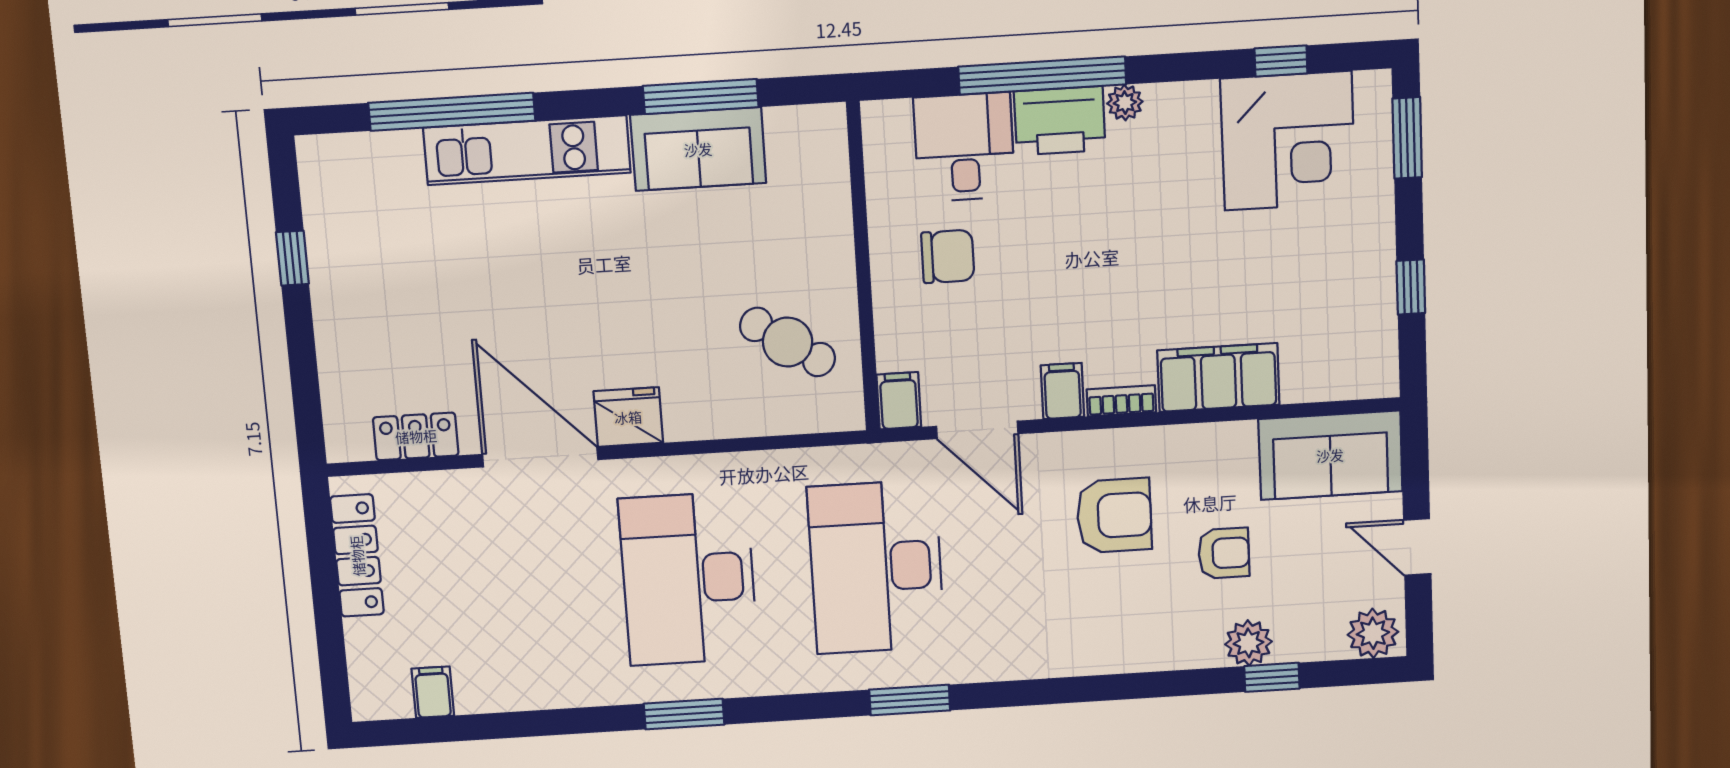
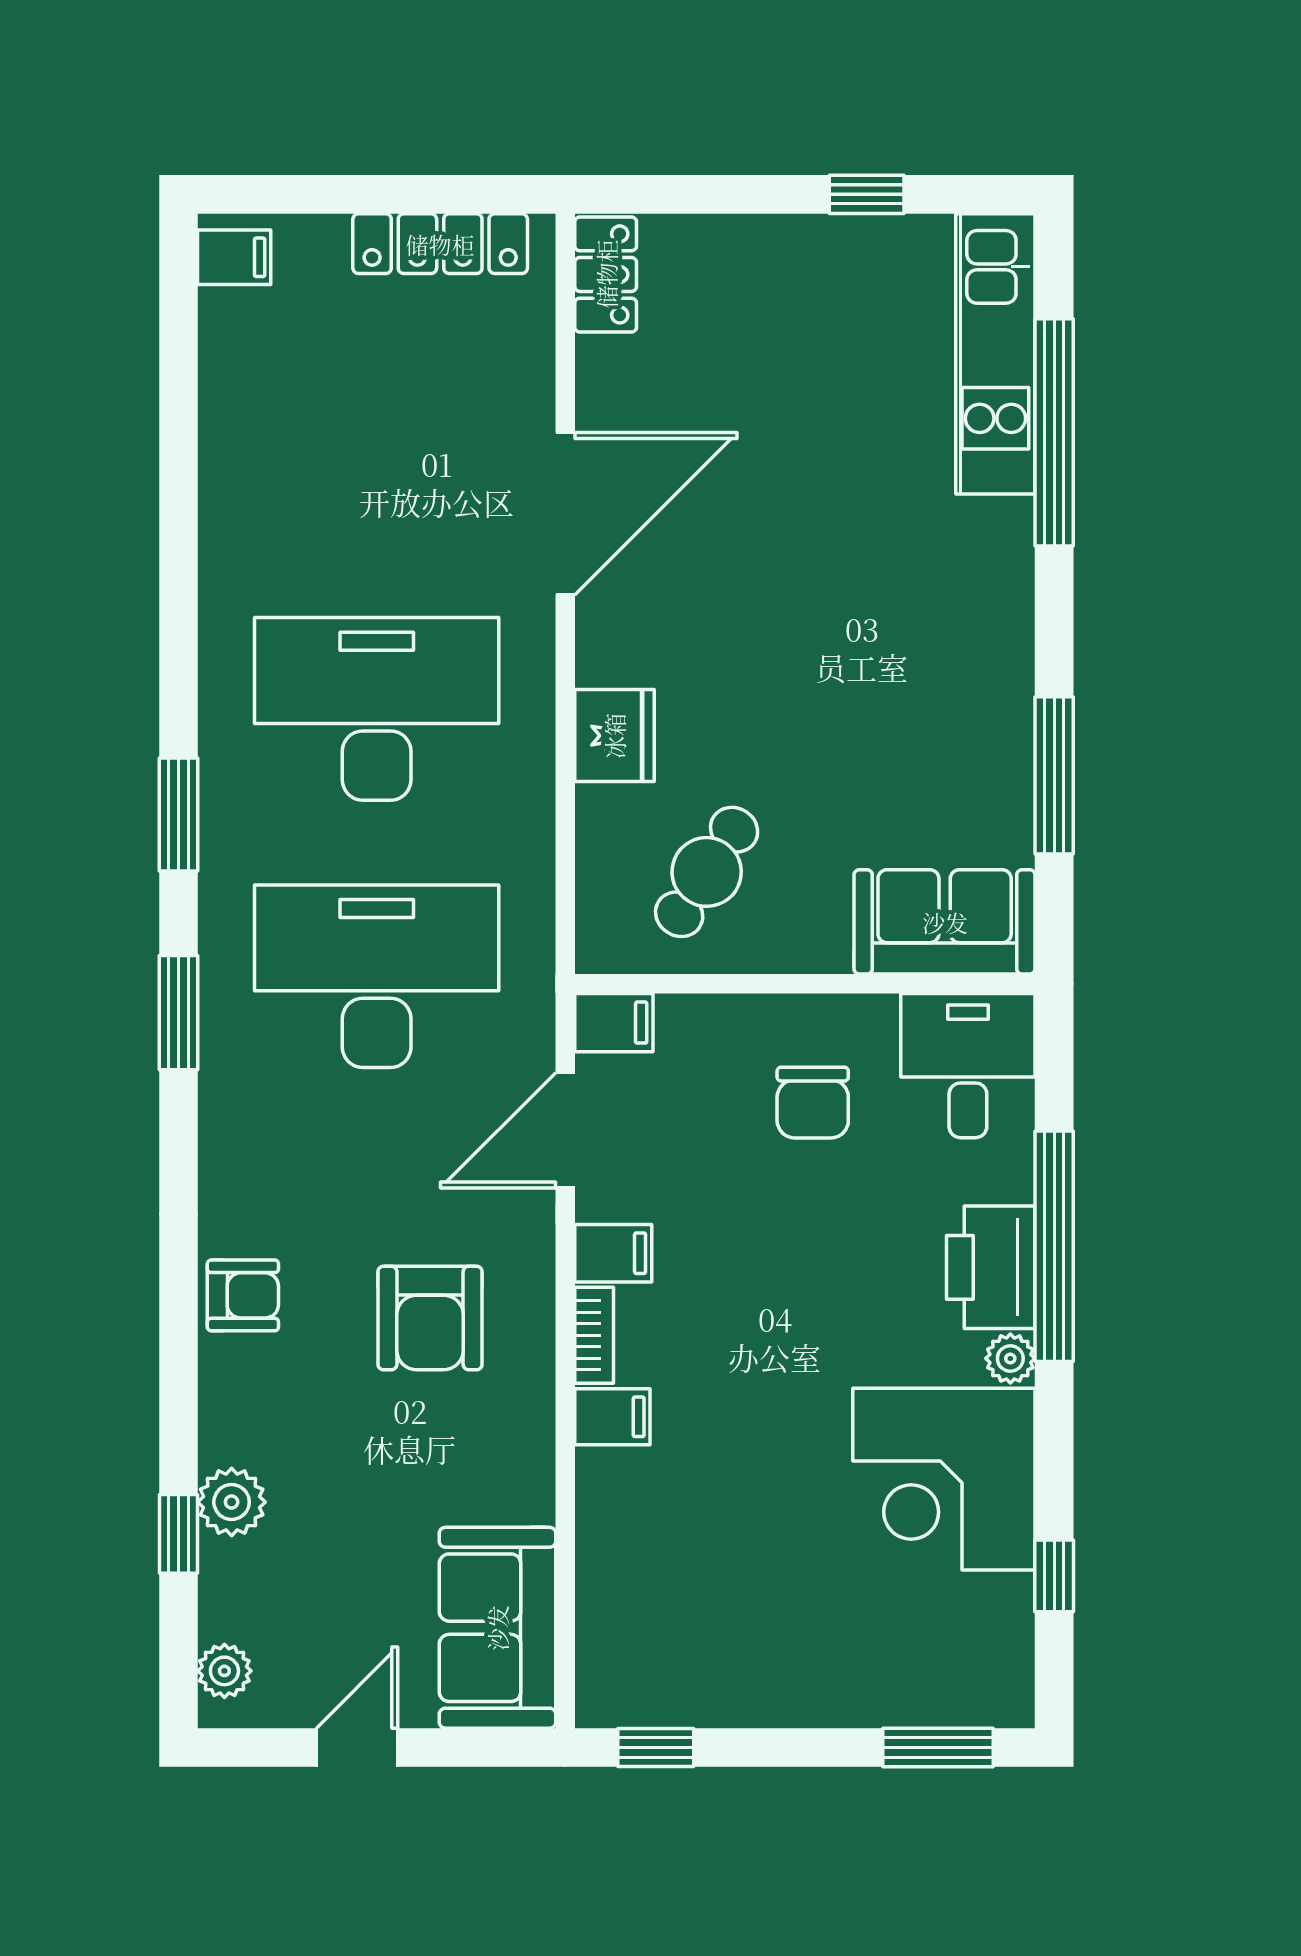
corner desk: (1288, 141) -> (944, 1479), moved
desk: (964, 147) -> (968, 1066), moved, turned -90
sofa: (698, 149) -> (945, 922), moved, turned 90
kitchen unit: (527, 150) -> (995, 354), moved
window: (1411, 287) -> (656, 1747), moved
filing cabinet: (1218, 378) -> (612, 1417), width x0.33, depth x0.86
fridge: (628, 417) -> (614, 736), moved
locker: (416, 436) -> (606, 274), moved
armchair: (1224, 553) -> (243, 1295), moved, turned -90
plant: (1373, 633) -> (224, 1671), width x0.73, depth x0.73
filing cabinet: (433, 692) -> (234, 257), moved
window: (684, 714) -> (179, 815), moved

